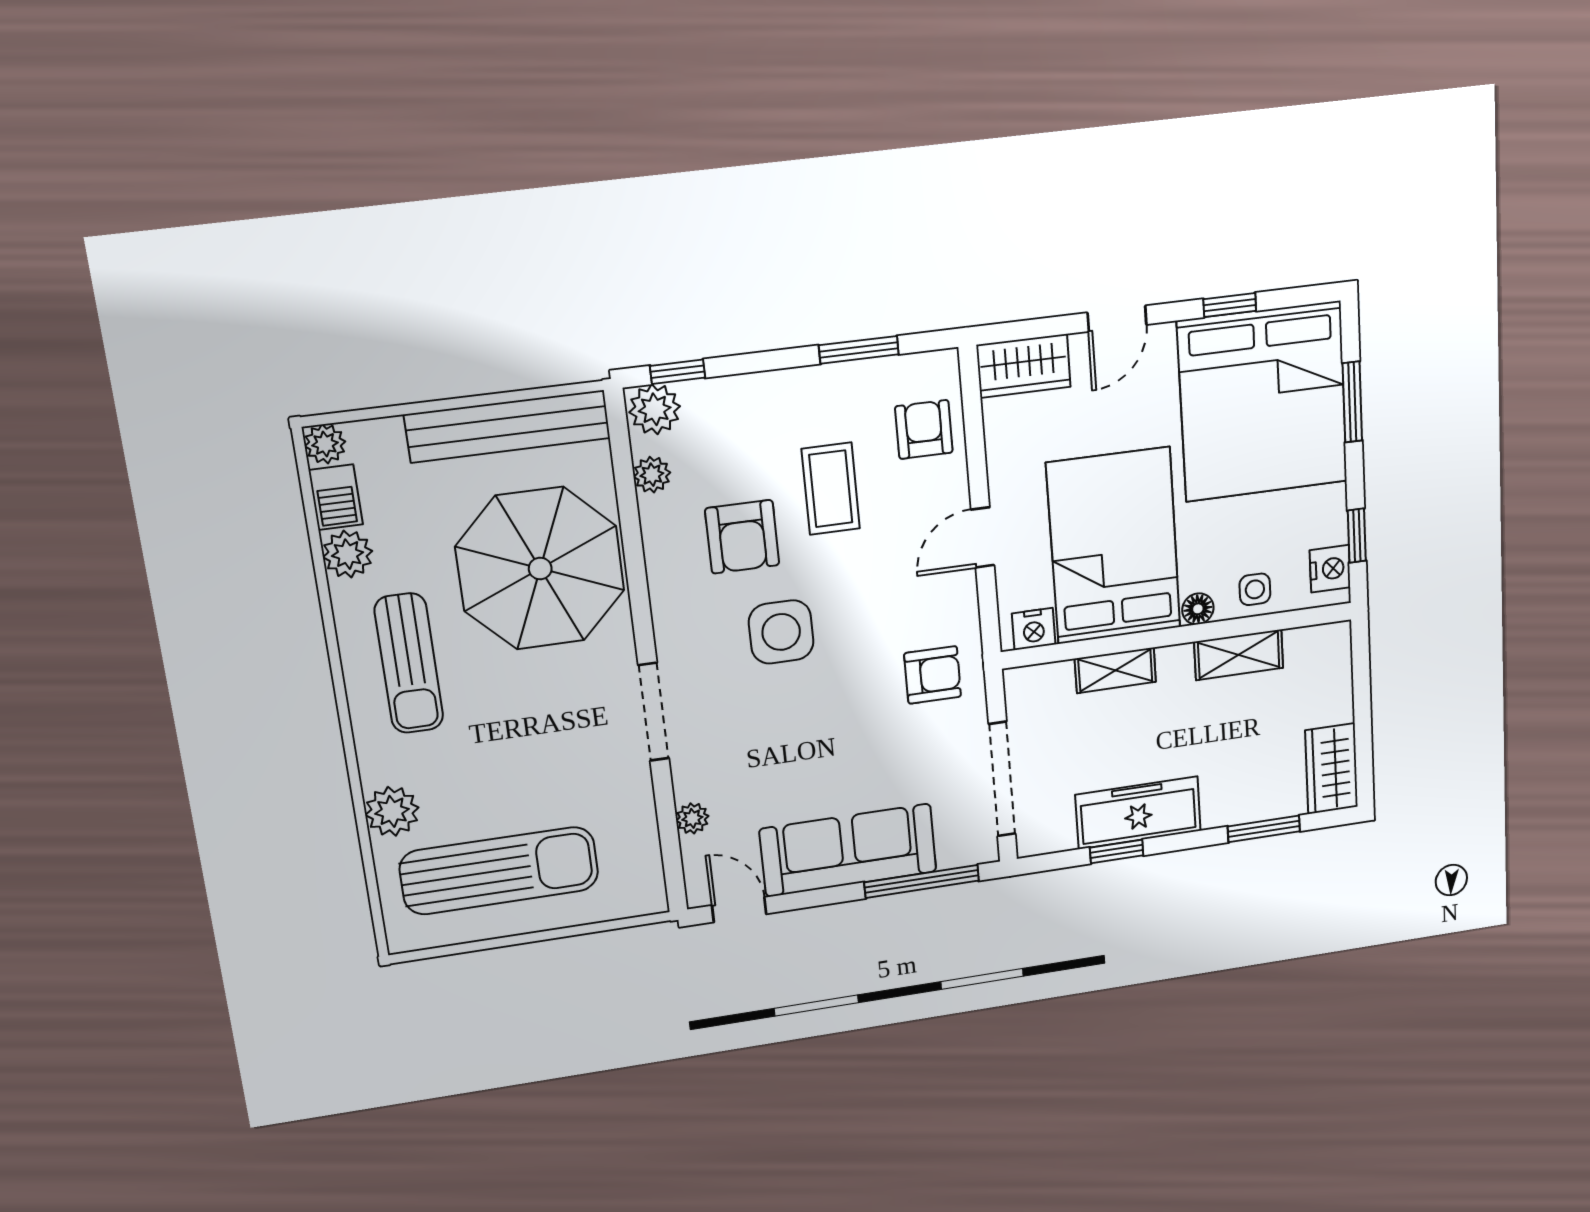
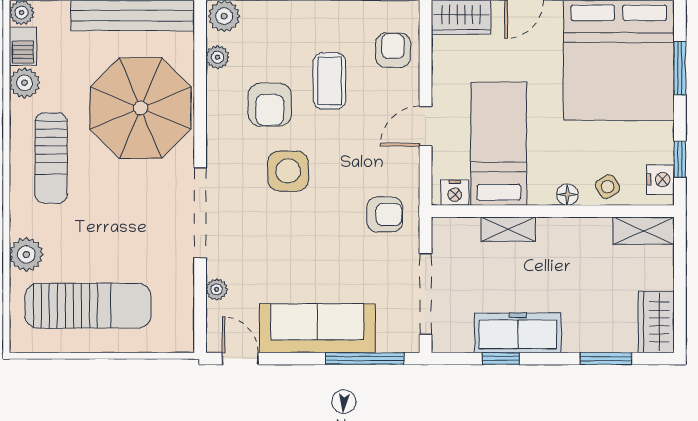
bed: (1114, 546) -> (499, 144), width x0.67
side table: (1255, 589) -> (608, 187), turned -32
shelving: (1239, 655) -> (644, 231), moved
doorway: (654, 712) -> (200, 213), width x1.36

